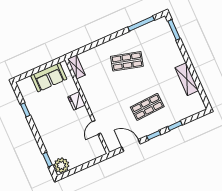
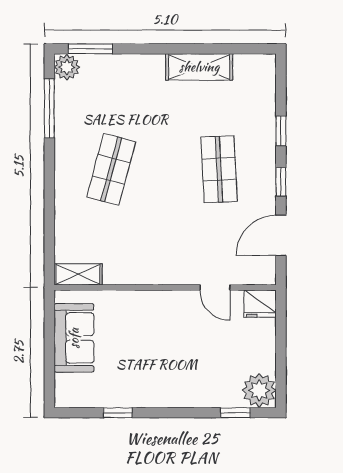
plant: (162, 23) -> (67, 67), added
fridge: (77, 101) -> (260, 304), moved

